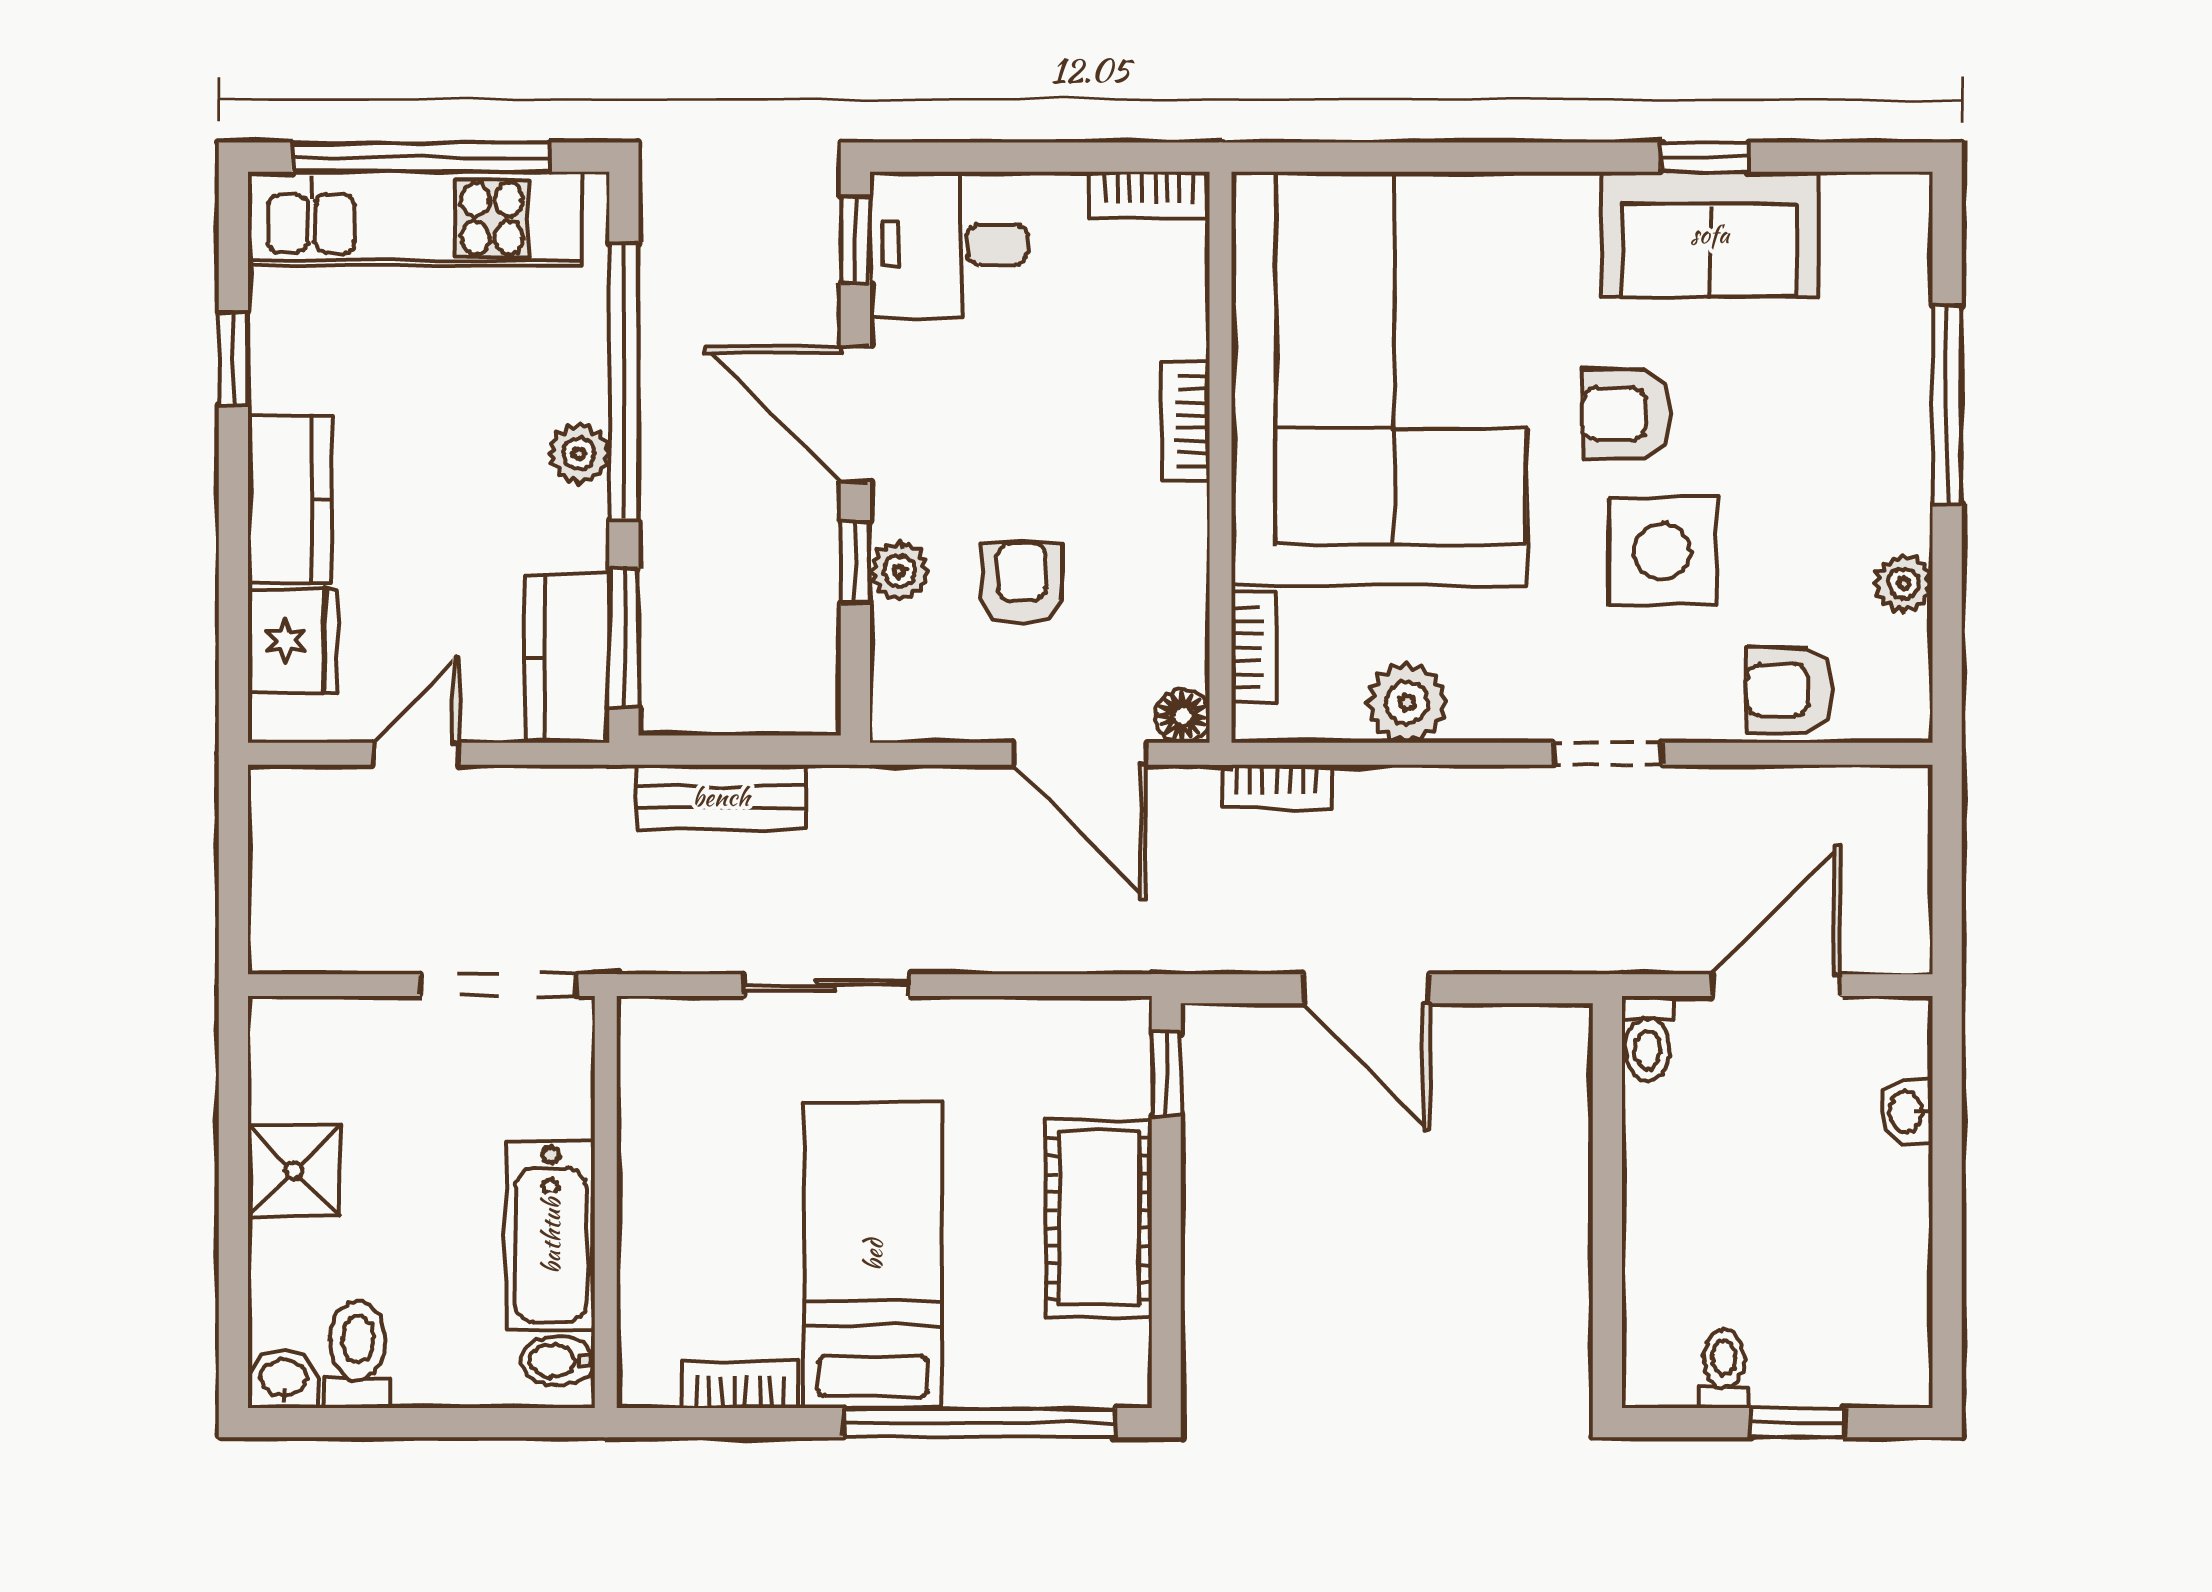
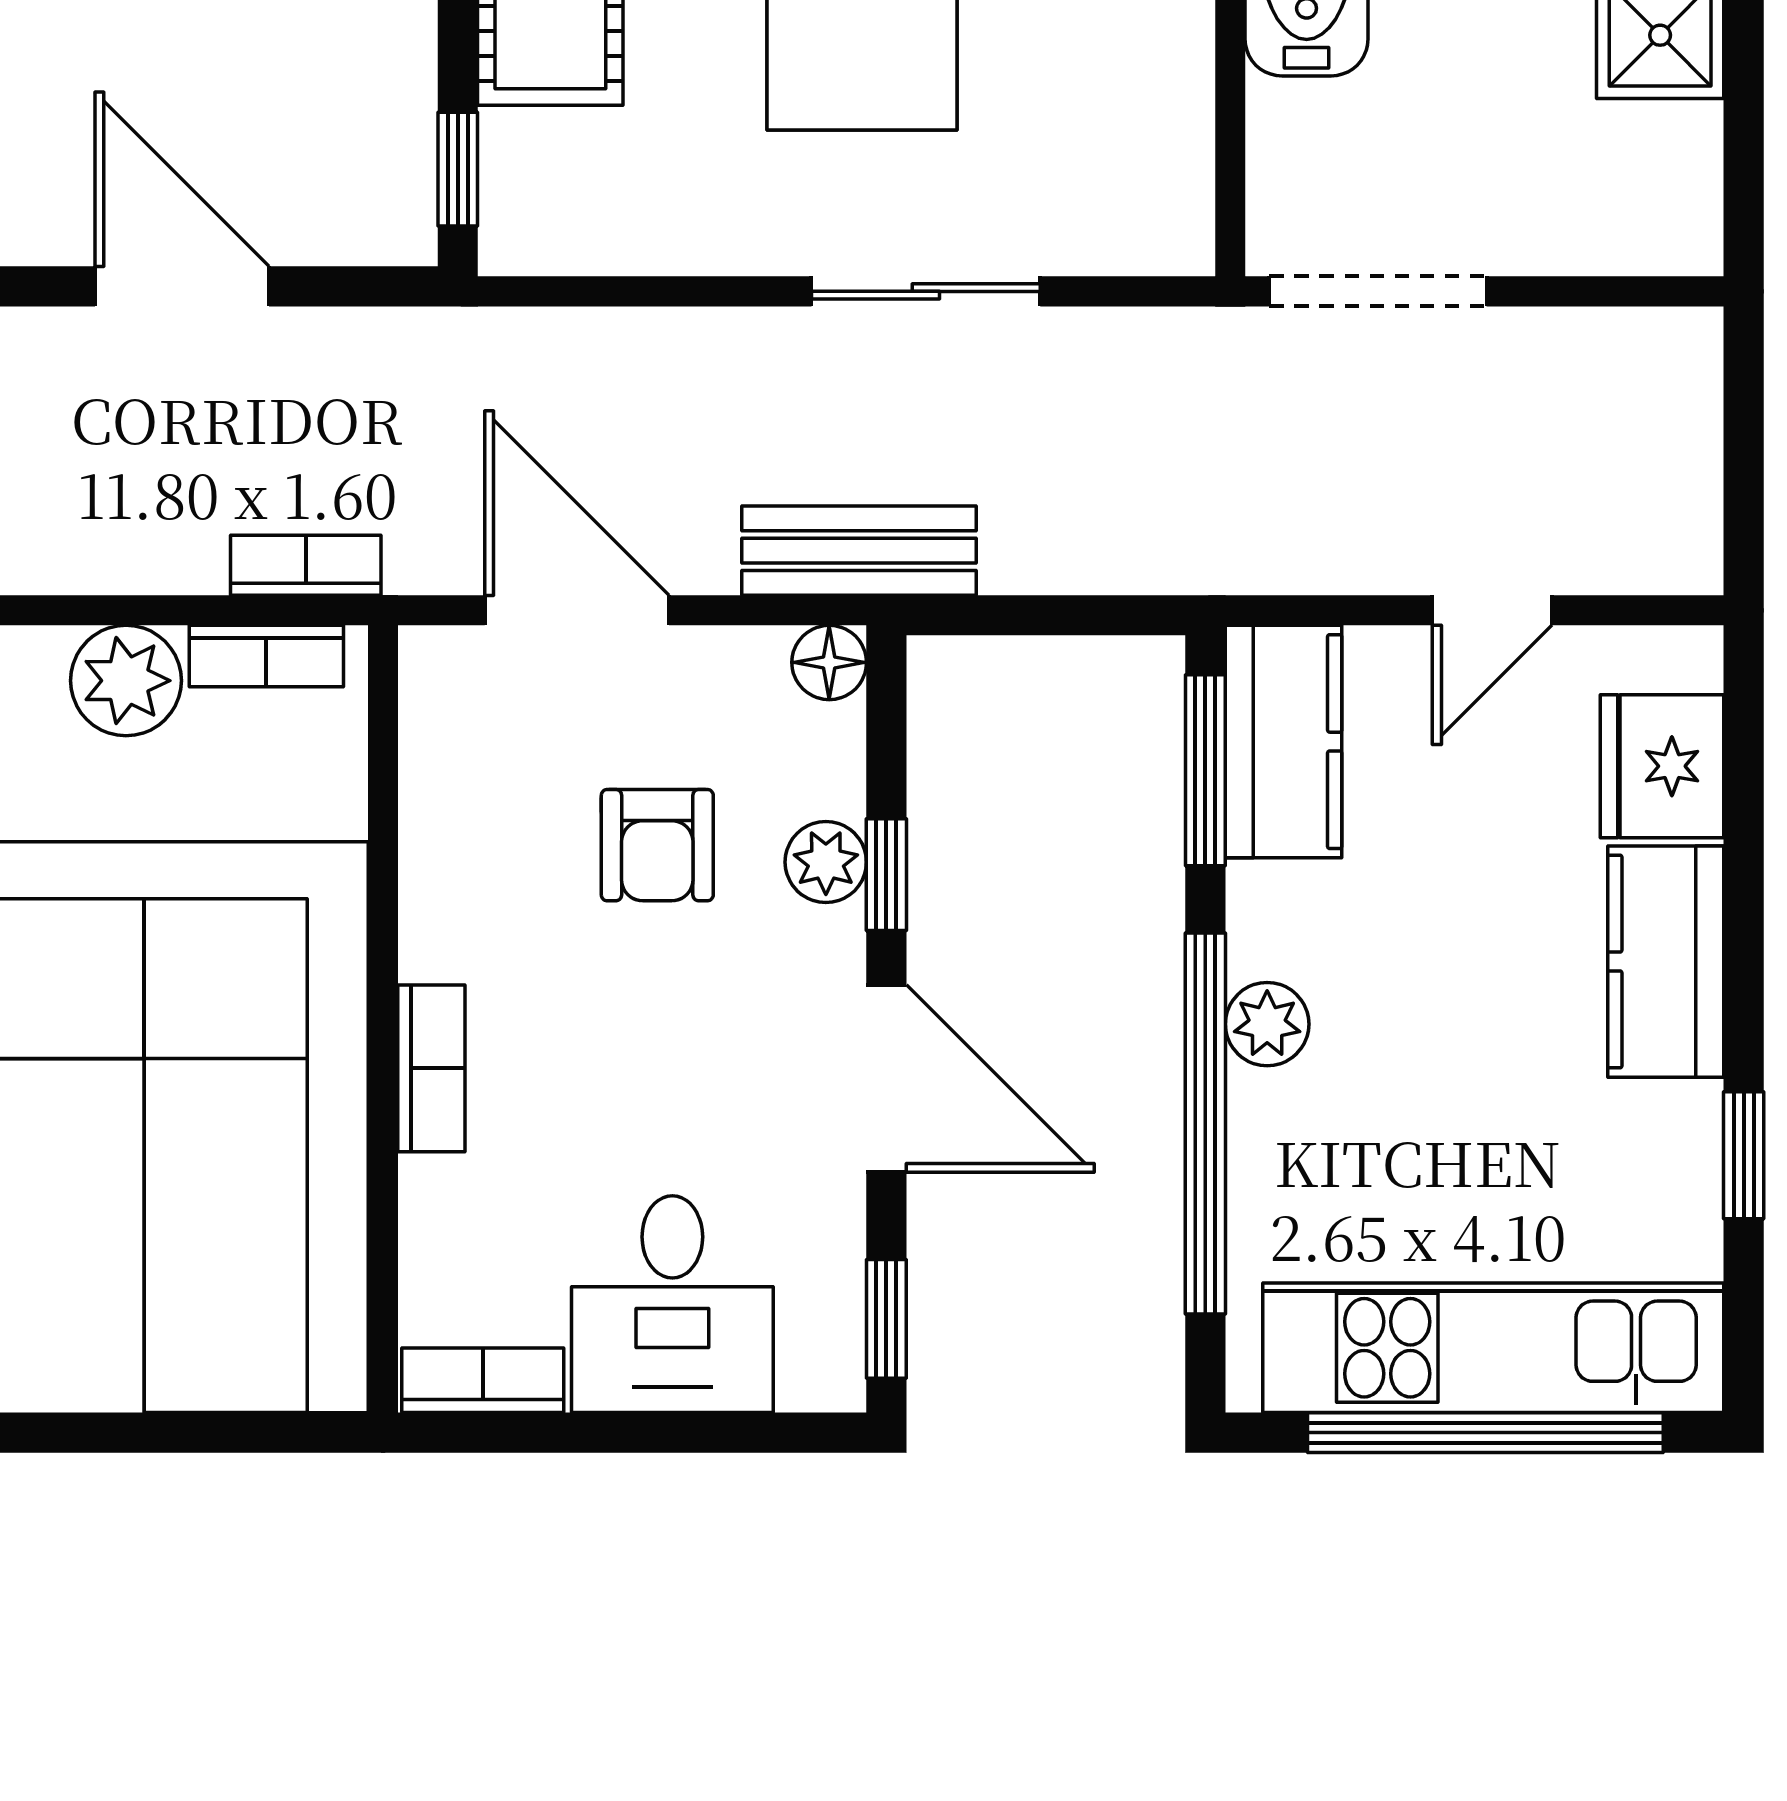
desk: (949, 245) -> (672, 1304), moved, turned 90
bookcase: (1254, 648) -> (266, 656), moved, turned -90
floor lamp: (1183, 716) -> (829, 662), moved
bench: (721, 797) -> (859, 551), moved

